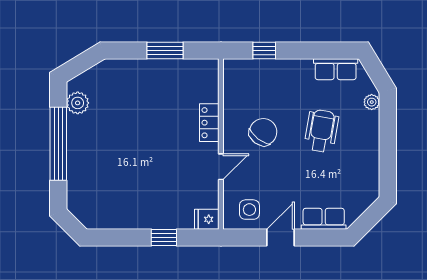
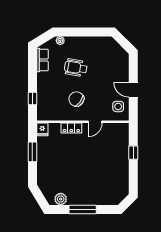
window: (58, 144) -> (83, 209), width x0.68
door: (221, 167) -> (95, 122), swing flipped
fridge: (207, 219) -> (42, 129), moved
row of seats: (324, 219) -> (123, 66), removed

